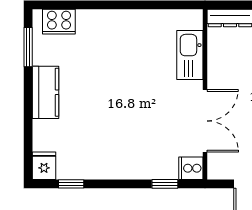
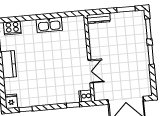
kitchen sink: (190, 55) -> (49, 25), moved, turned -90
double door: (205, 121) -> (90, 71), width x0.73

